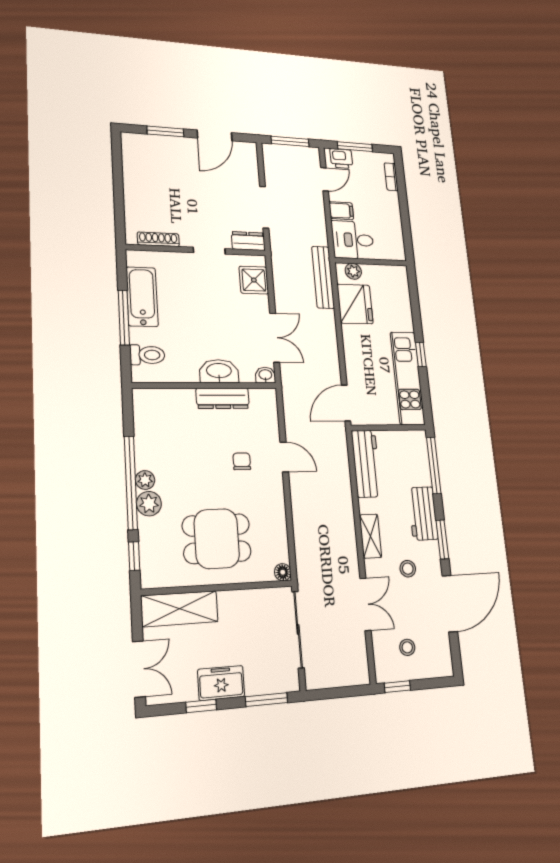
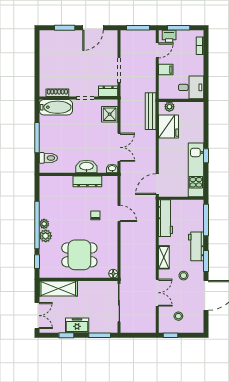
desk: (353, 240) -> (191, 87), moved, turned 180
bathtub: (142, 297) -> (56, 107), moved, turned 90

